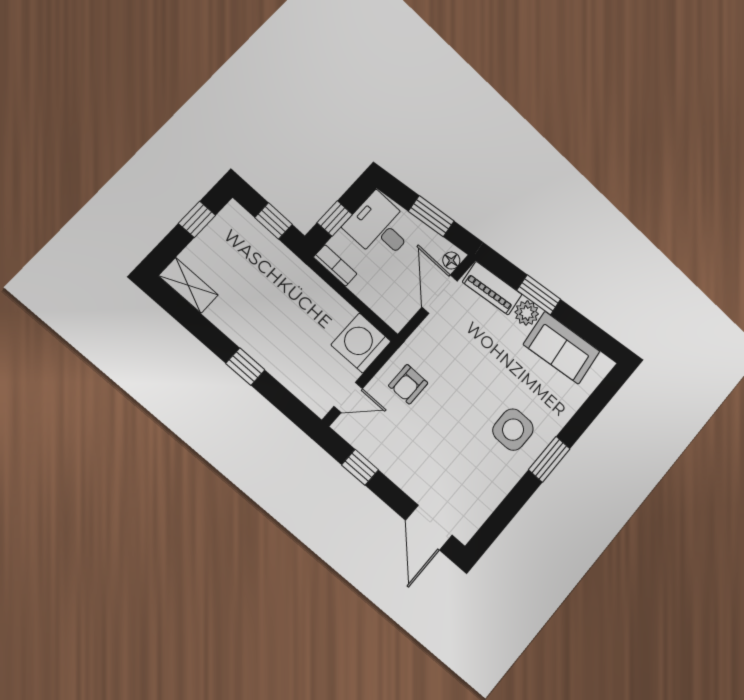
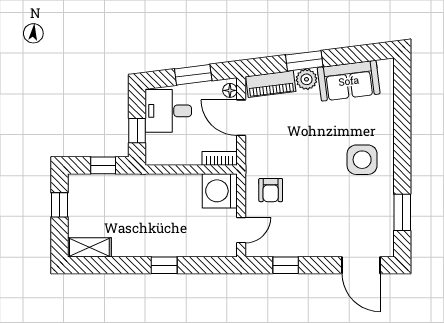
bookcase: (335, 265) -> (220, 158), moved
window: (549, 459) -> (402, 212), moved

